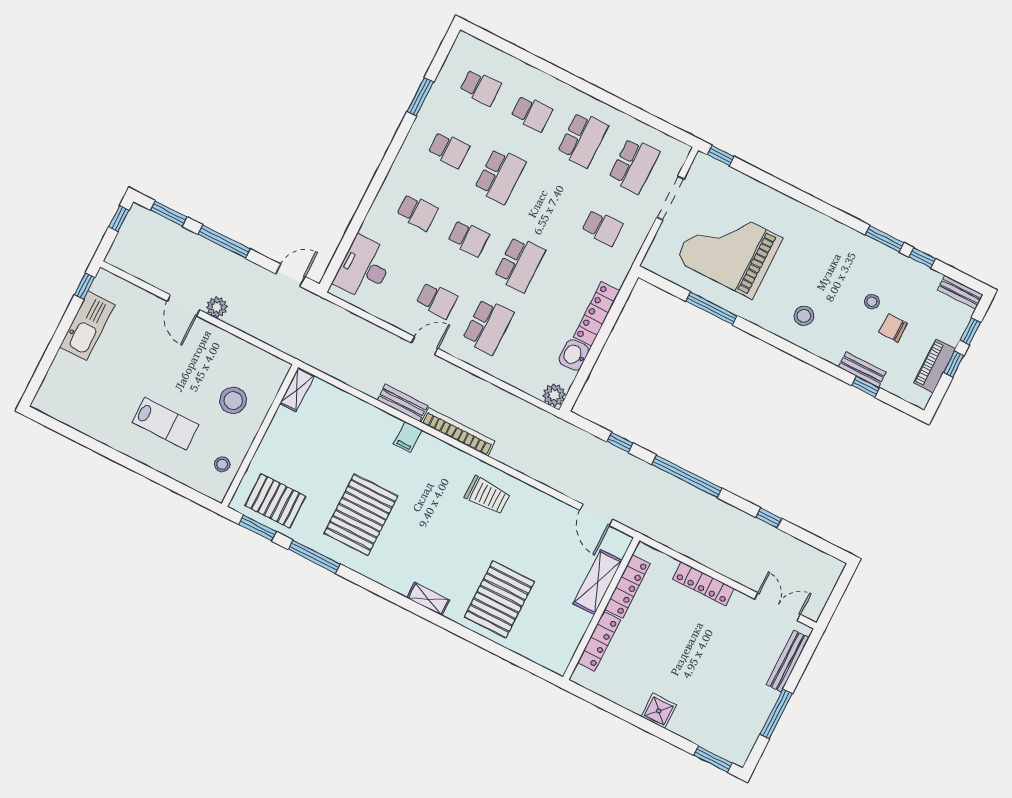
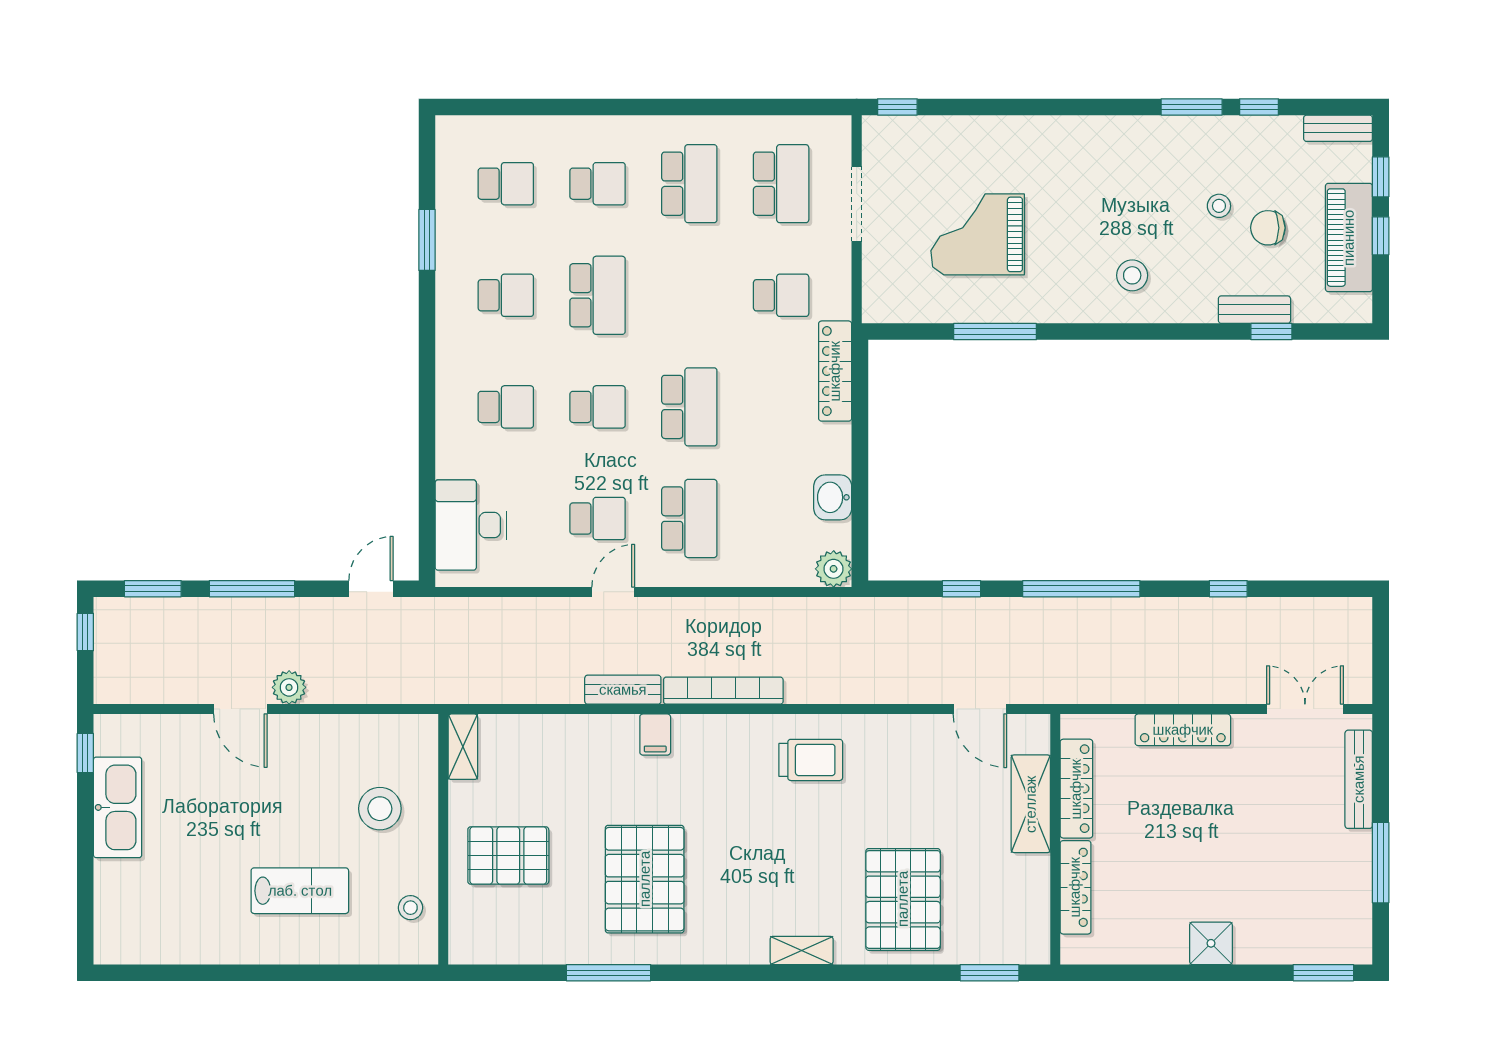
grand piano: (729, 249) -> (978, 234), width x0.73, depth x0.68
locker: (597, 314) -> (835, 371), moved
piano: (935, 366) -> (1349, 238), width x1.37, depth x1.33
pallet: (275, 501) -> (508, 856), moved
window: (258, 528) -> (990, 973), moved

